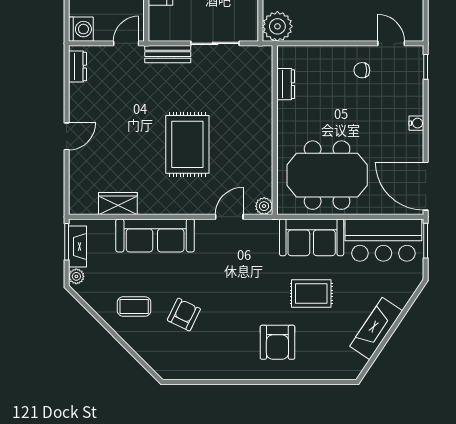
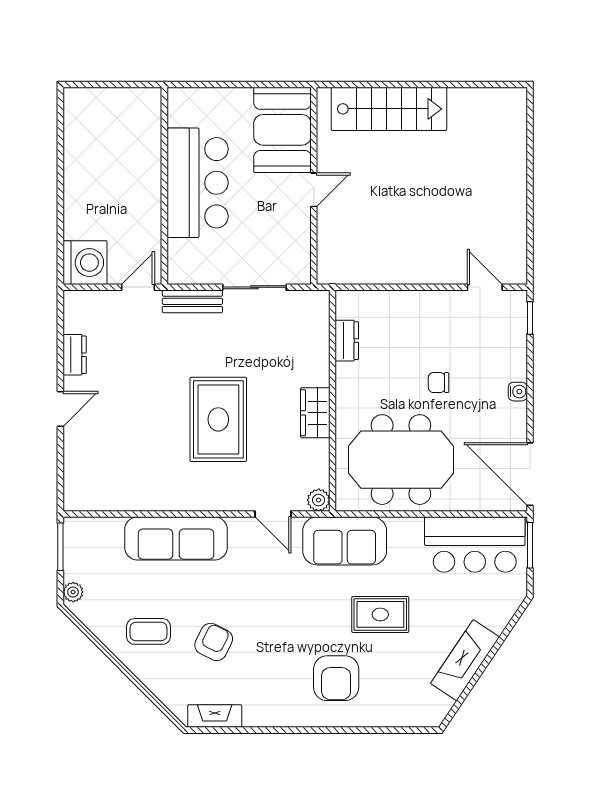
plant: (277, 26) -> (336, 265), removed
washing machine: (81, 29) -> (85, 263), width x1.37, depth x1.37
dresser: (77, 67) -> (75, 355), moved
chair: (362, 70) -> (439, 383), moved
wardrobe: (118, 204) -> (315, 413), moved, turned -90
door: (229, 217) -> (273, 514), swing flipped
sofa: (312, 237) -> (345, 541), moved
fireplace: (77, 247) -> (215, 716), moved, turned -90

